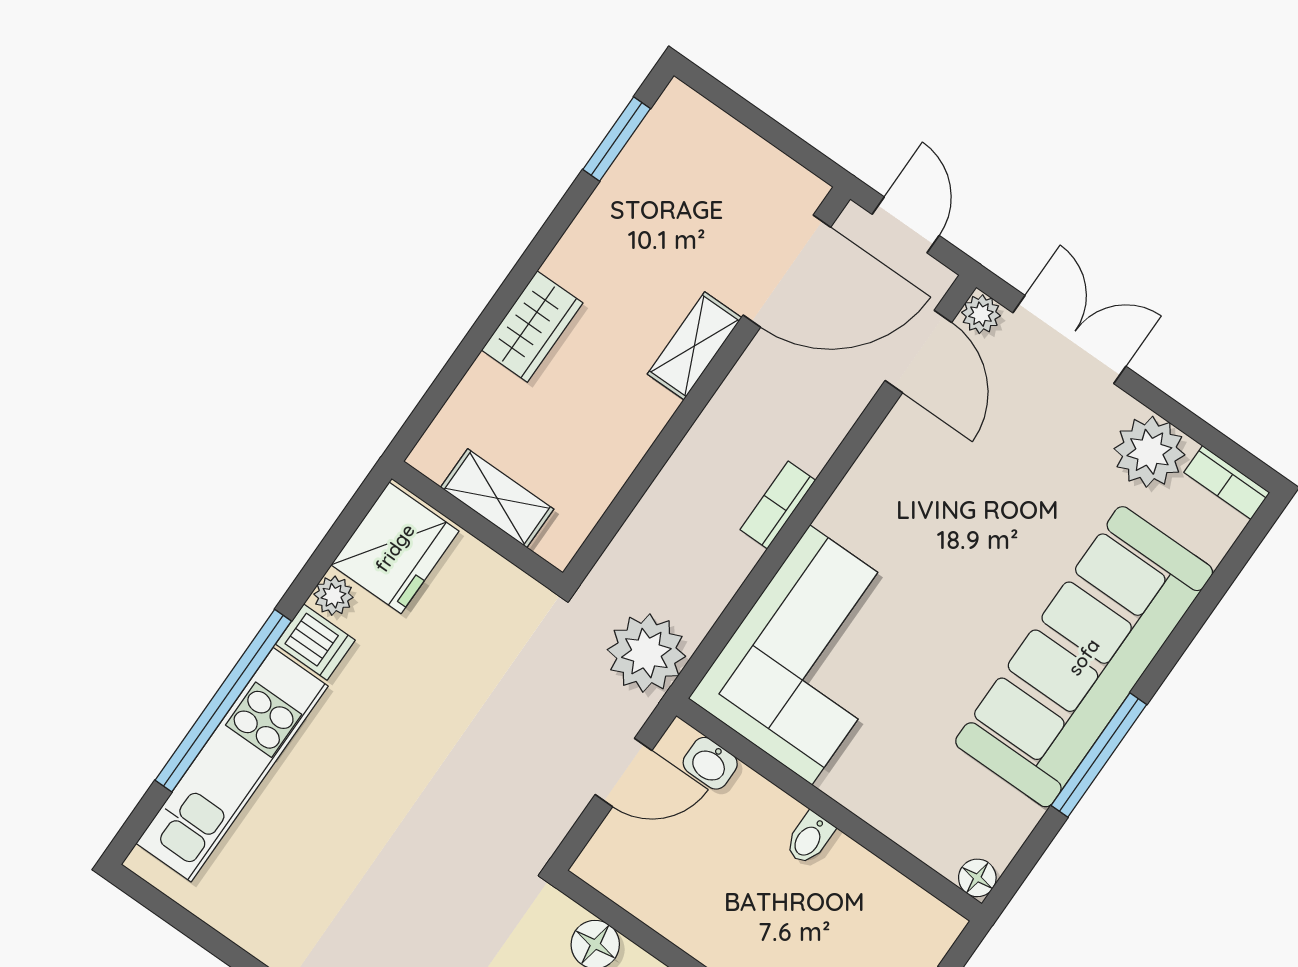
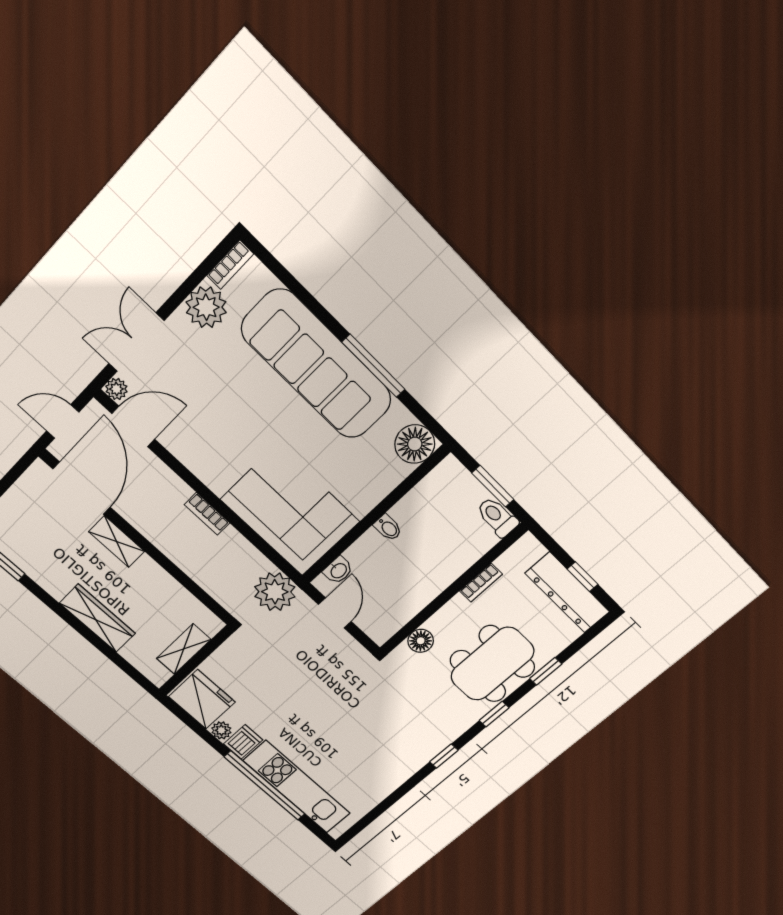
wardrobe: (532, 327) -> (97, 618), width x1.50
floor lamp: (977, 878) -> (415, 444), width x1.89, depth x1.89

